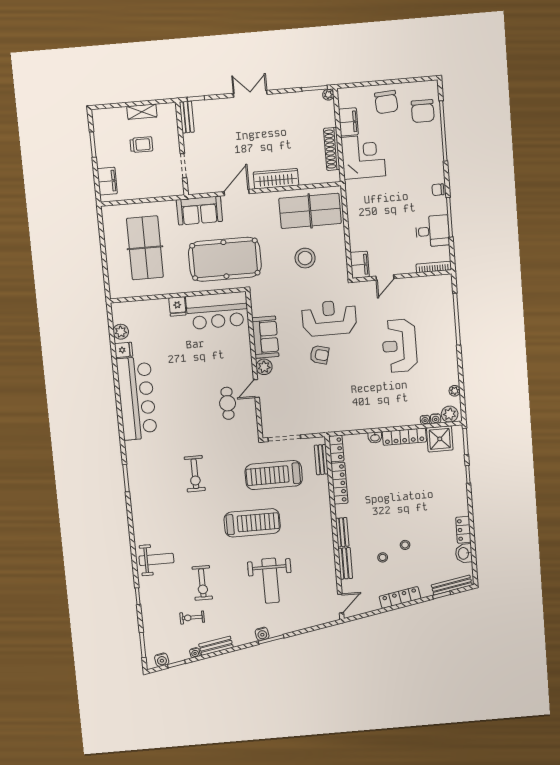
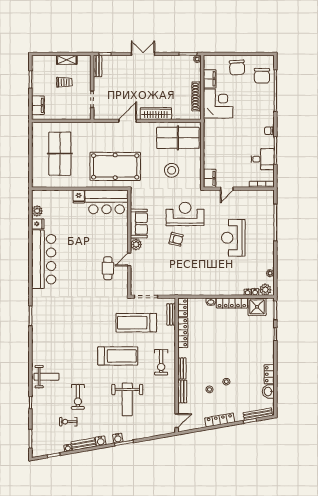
sofa: (199, 211) -> (100, 131), removed
exercise bike: (195, 474) -> (161, 362), moved
water cooler: (162, 660) -> (101, 441), moved

